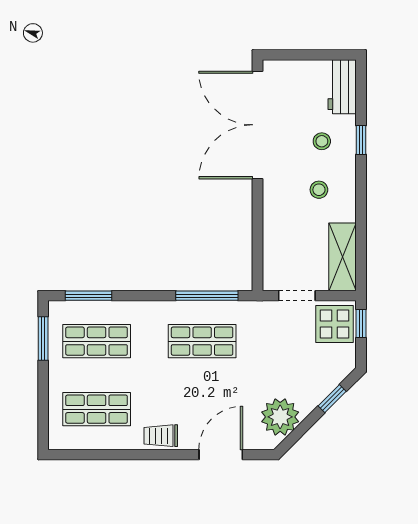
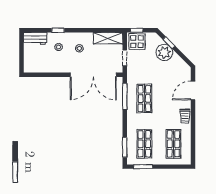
double door: (257, 125) -> (93, 75), moved
plant: (280, 417) -> (164, 52), moved
door: (221, 455) -> (193, 90), hinge flipped

